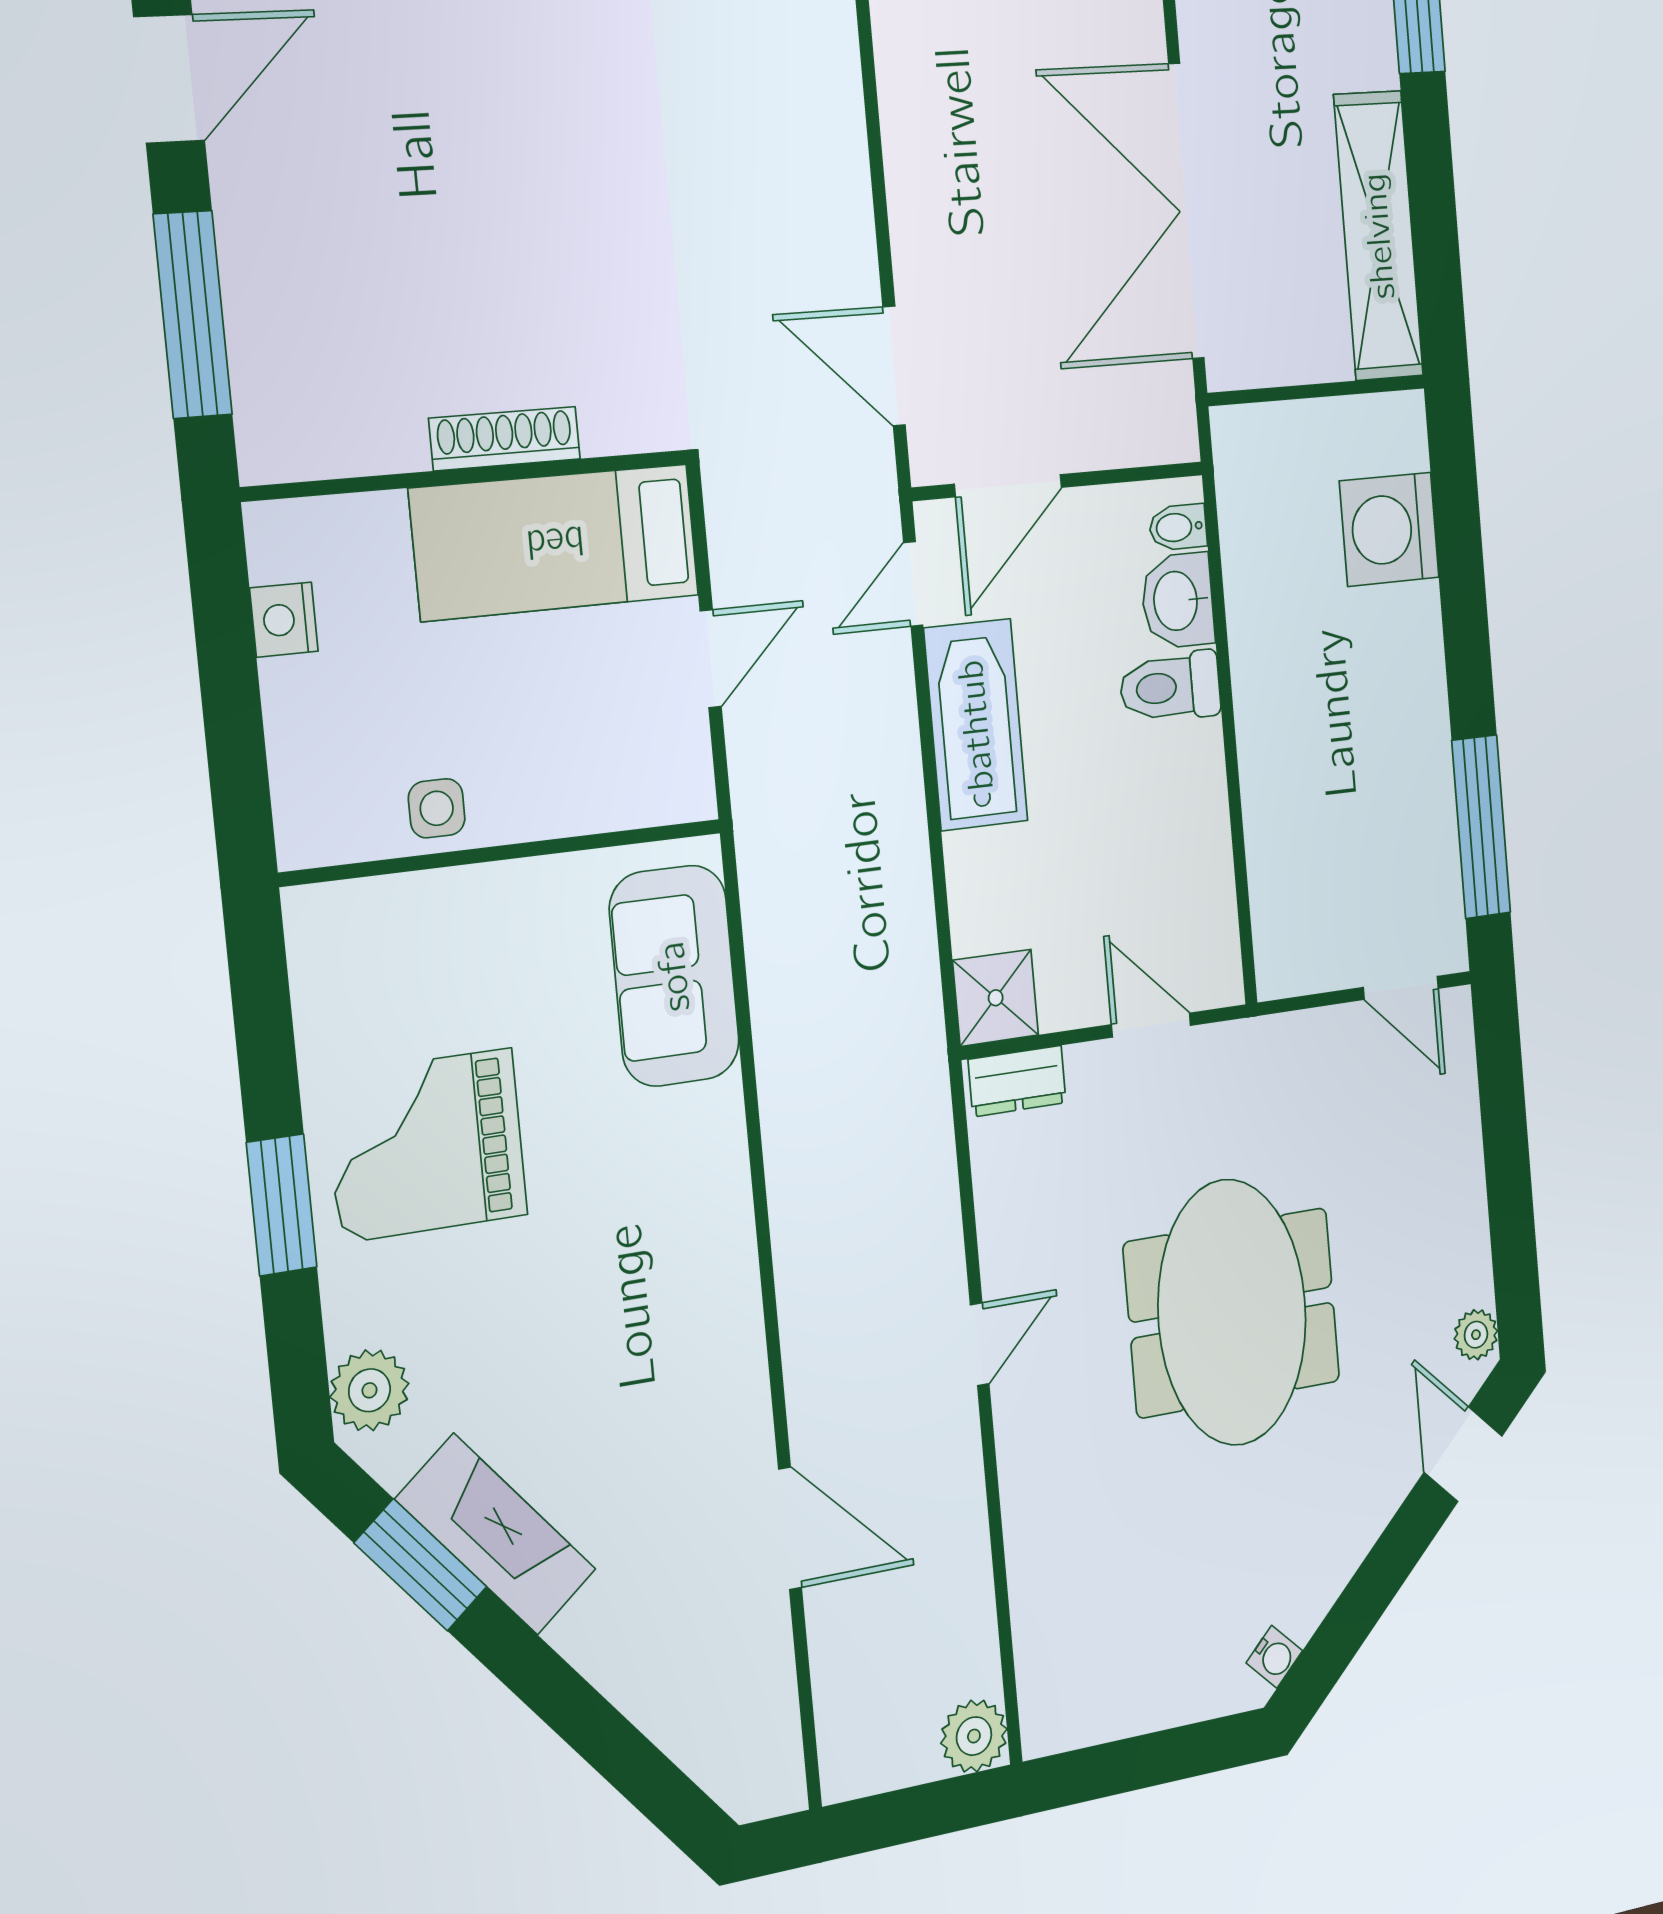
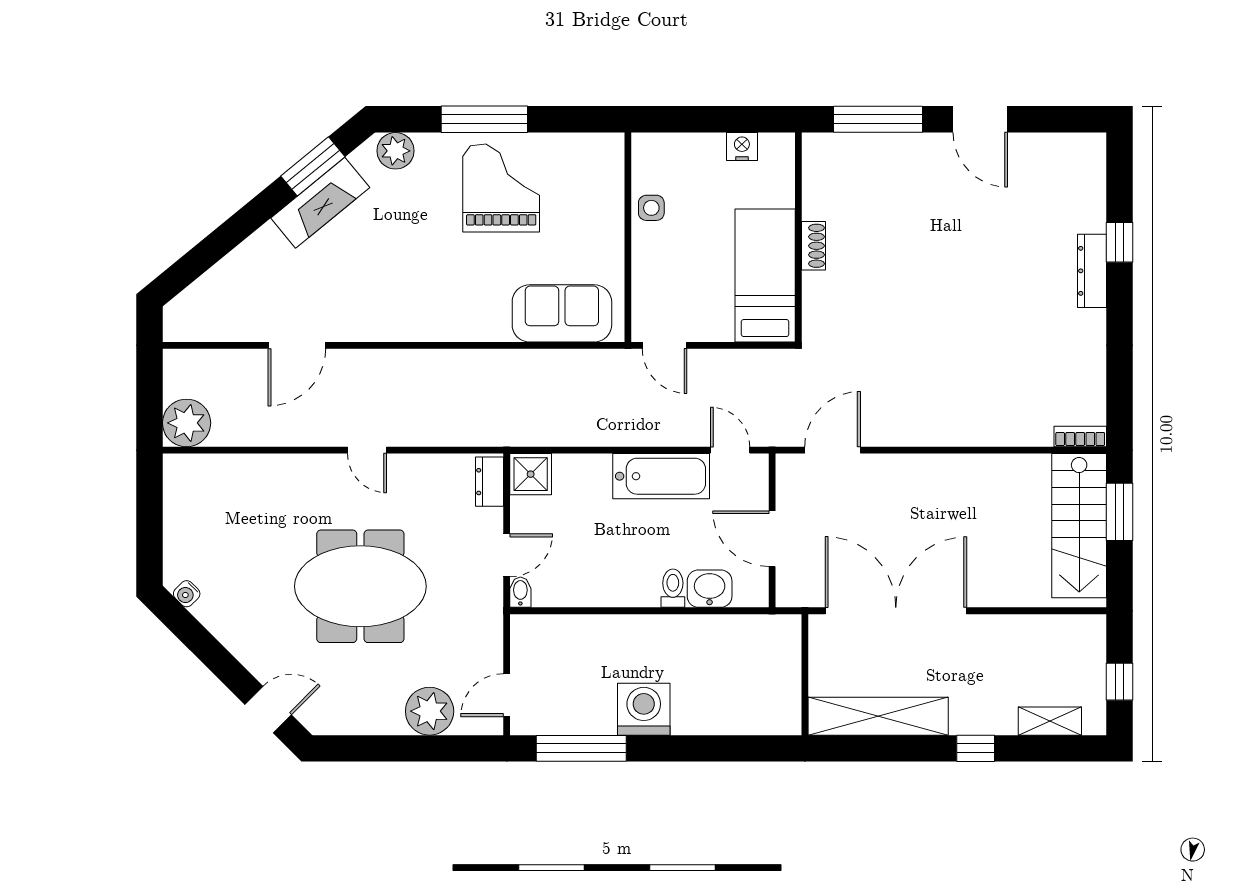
shoe rack: (505, 439) -> (813, 246), width x0.70
door: (1008, 486) -> (772, 539), moved
bidet: (1178, 527) -> (520, 592), moved
washing machine: (1389, 529) -> (644, 709), moved
door: (711, 659) -> (665, 345), moved
toilet: (1170, 687) -> (673, 588), width x0.73, depth x0.72
window: (282, 1205) -> (484, 119), width x1.44
plant: (1476, 1335) -> (430, 711), moved, width x1.88, depth x1.88
plant: (974, 1736) -> (187, 423), width x1.36, depth x1.36

